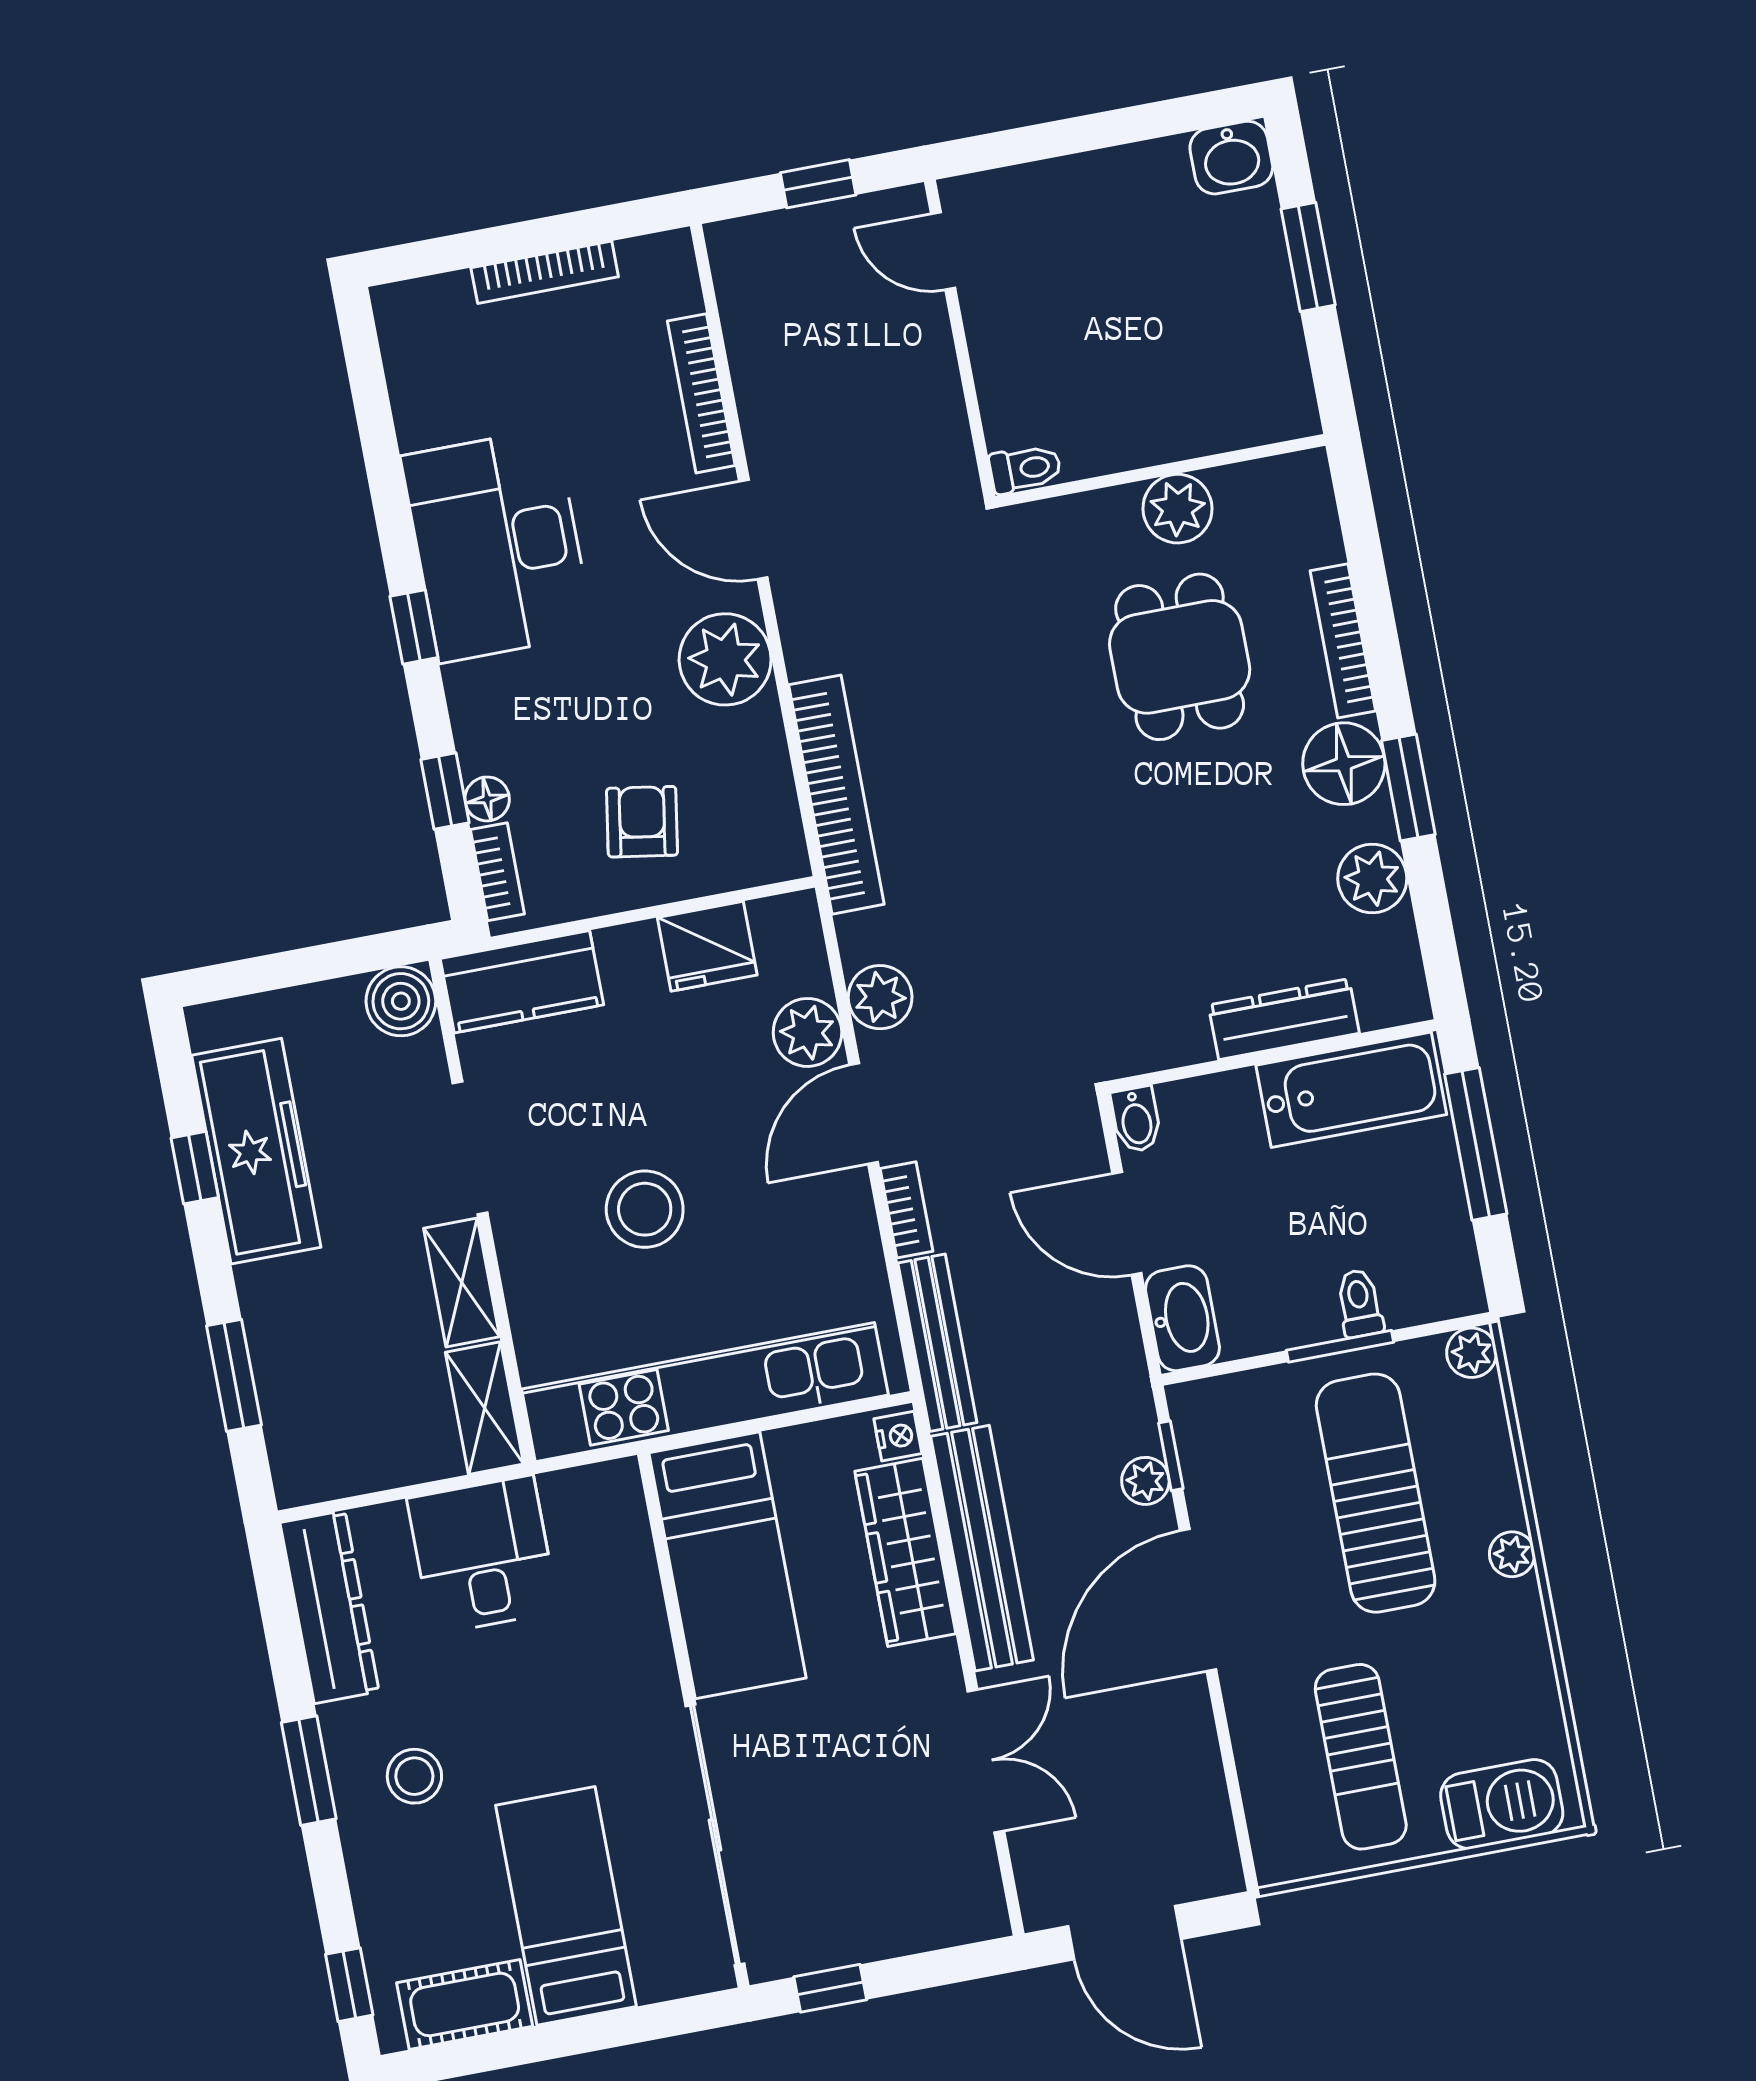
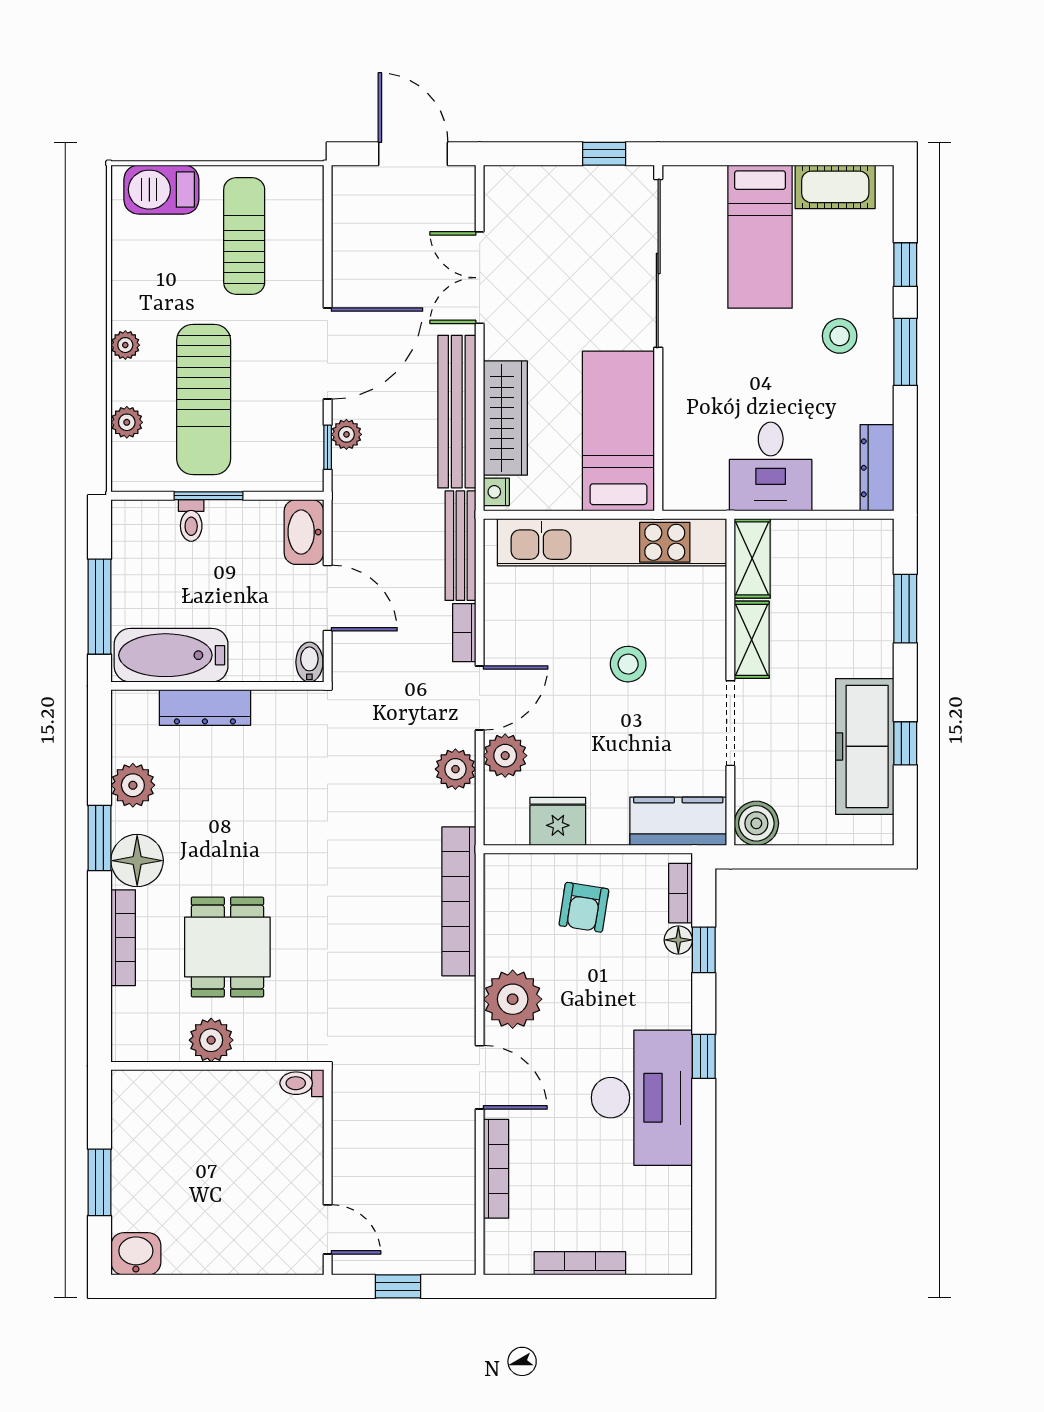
stool: (645, 1209) -> (628, 664), width x0.73, depth x0.73
plant: (1472, 1353) -> (127, 422), moved
dresser: (330, 1607) -> (877, 468), width x0.73, depth x0.80
window: (349, 1985) -> (905, 265), moved

